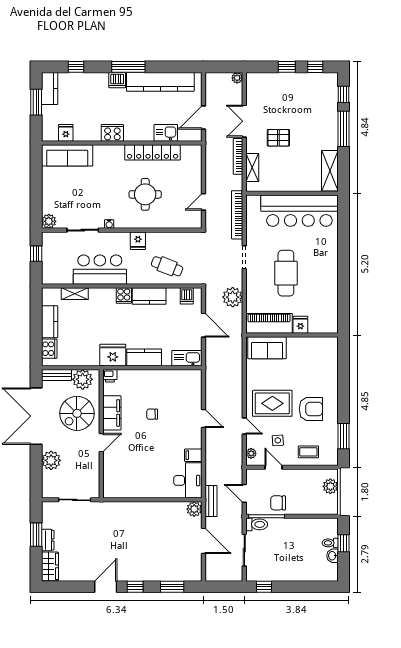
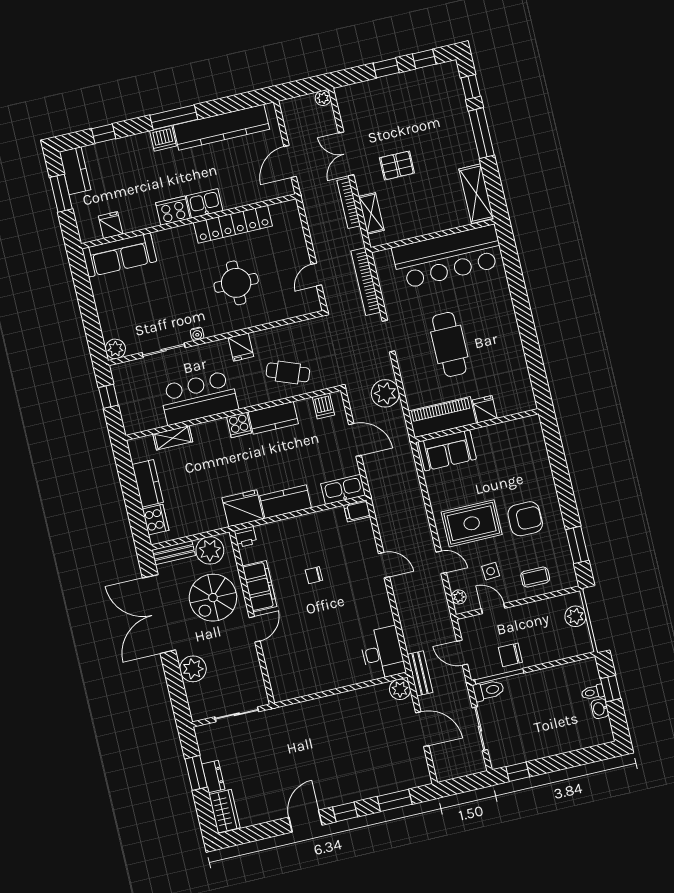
kitchen sink: (166, 133) -> (205, 203), moved
filing cabinet: (193, 455) -> (357, 511), moved

